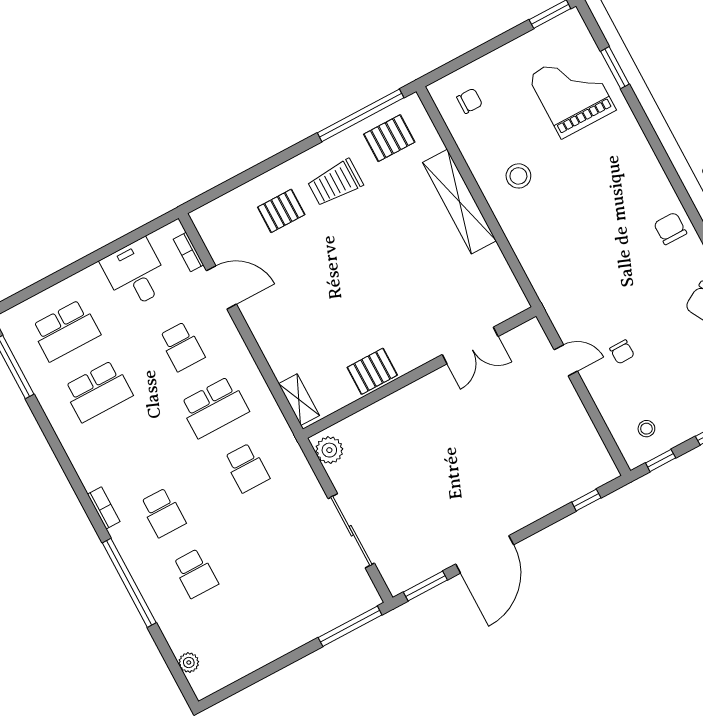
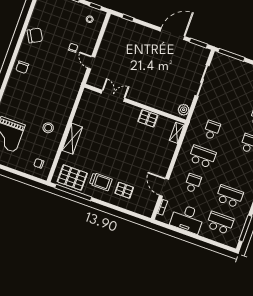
pallet: (389, 138) -> (72, 177), width x1.50, depth x1.42
shelving: (459, 202) -> (72, 139), width x0.68
desk: (135, 274) -> (187, 219), width x1.37

